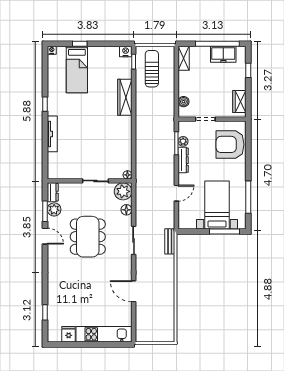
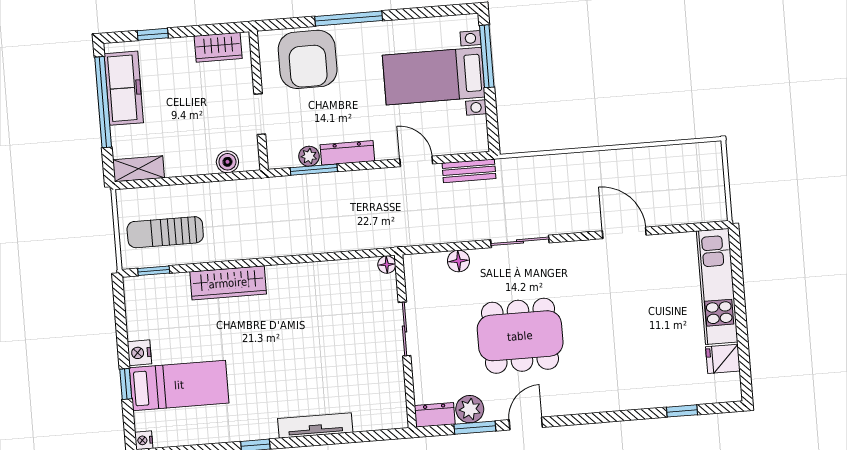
nightstand: (126, 51) -> (139, 353), moved
freezer: (223, 54) -> (124, 88), width x1.40
plant: (123, 191) -> (421, 271), removed
window: (248, 197) -> (349, 19), moved
bench: (170, 241) -> (469, 171), moved
door: (134, 291) -> (624, 233), swing flipped

